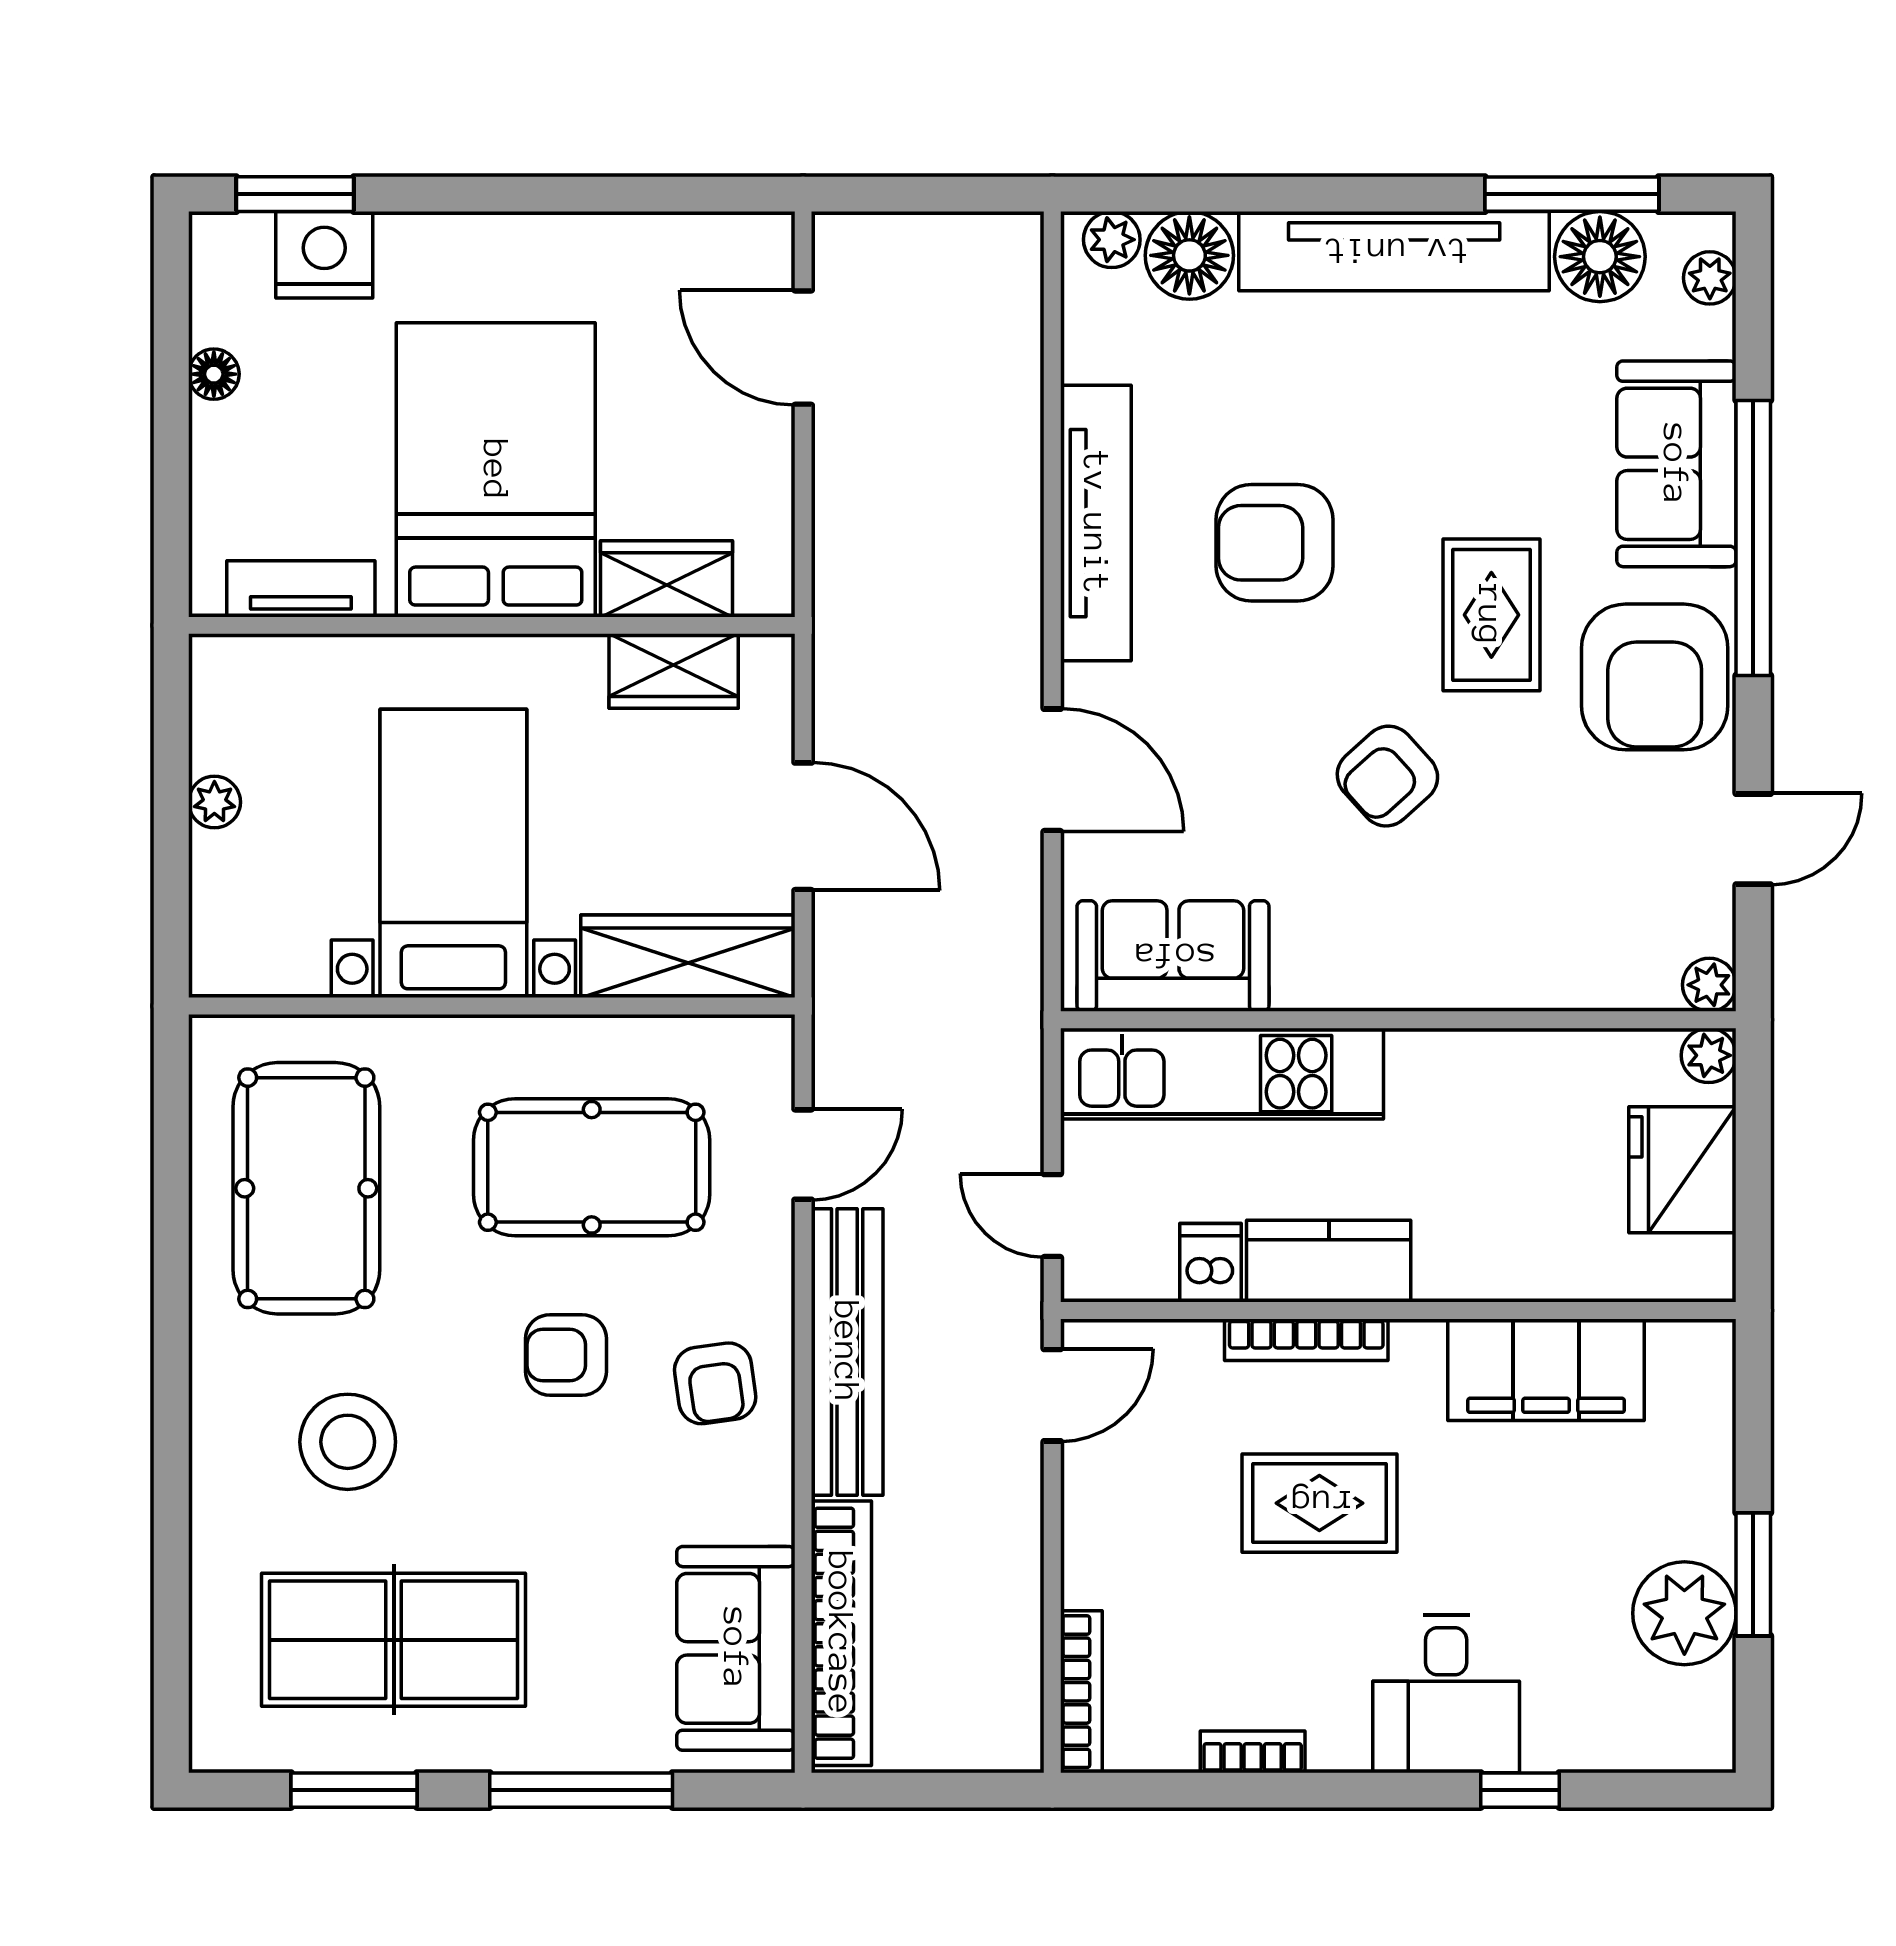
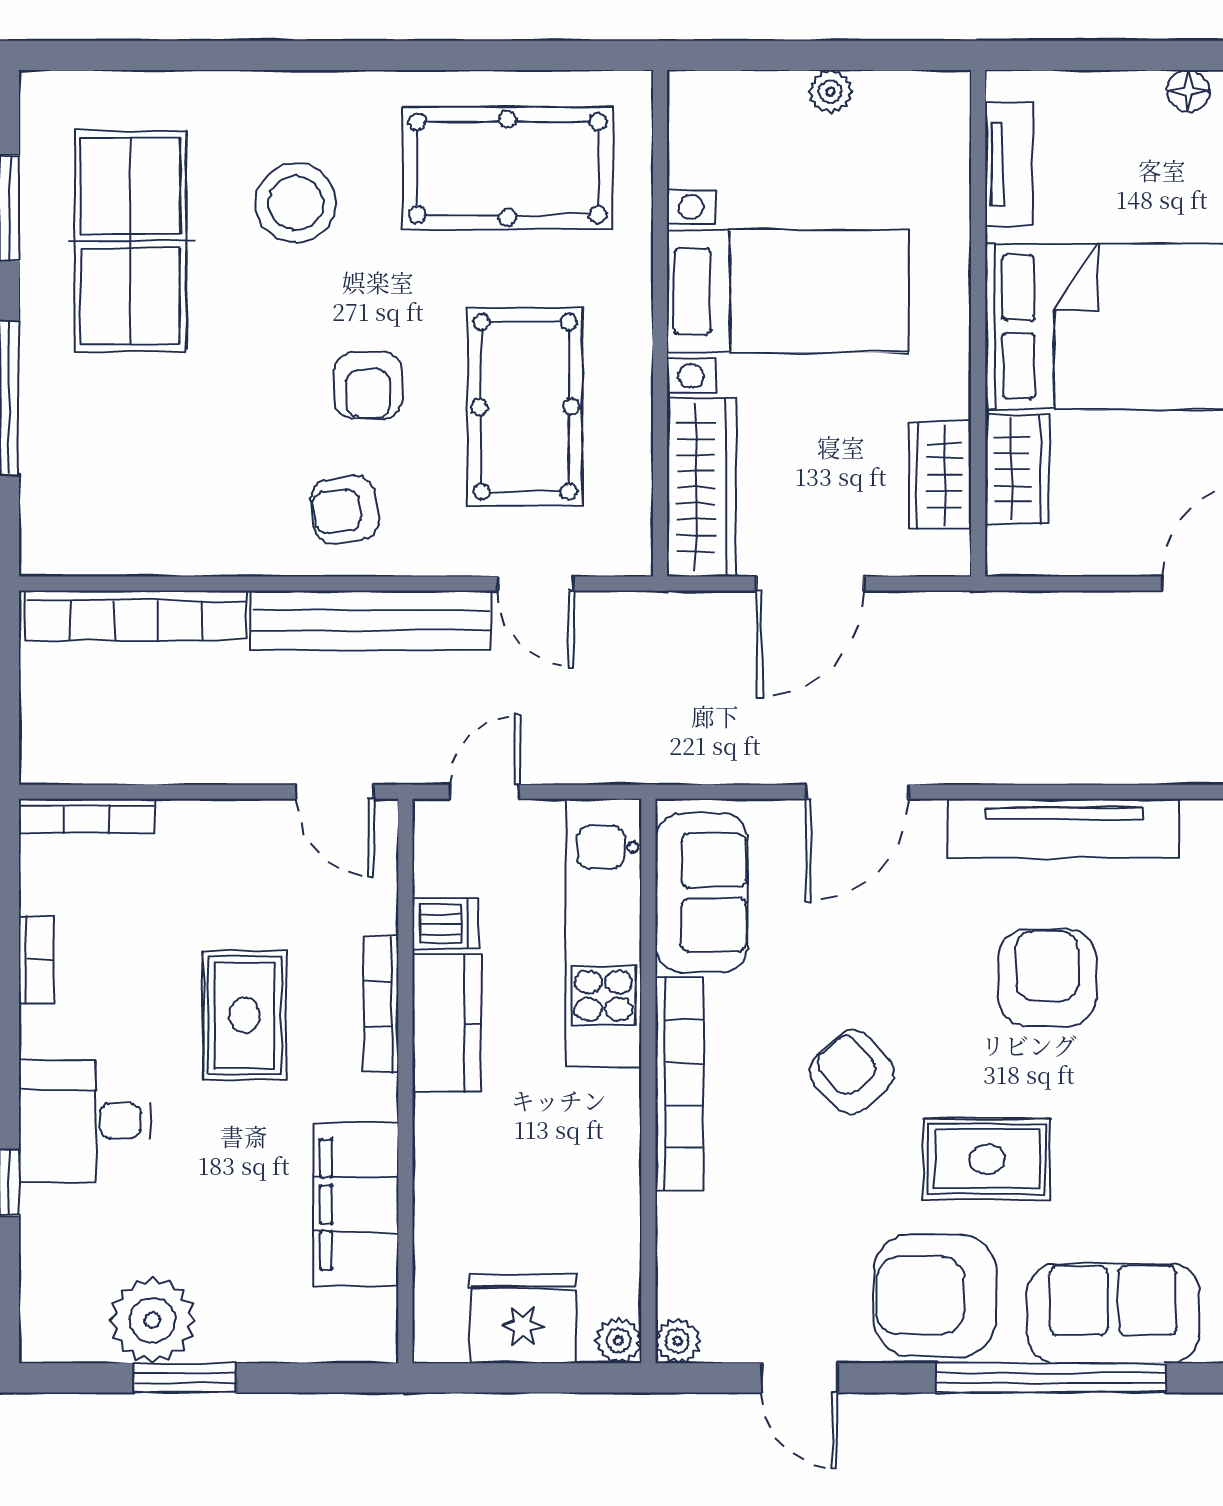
bookcase: (1402, 983) -> (680, 1084), added
armchair: (566, 1355) -> (368, 385), turned 180
sofa: (736, 1648) -> (123, 527), removed

